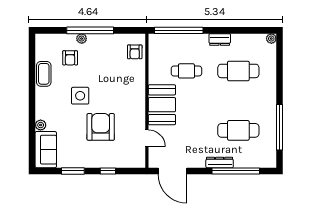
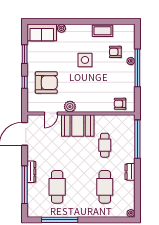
plant: (138, 114) -> (70, 107), added
armchair: (101, 127) -> (46, 83), moved

